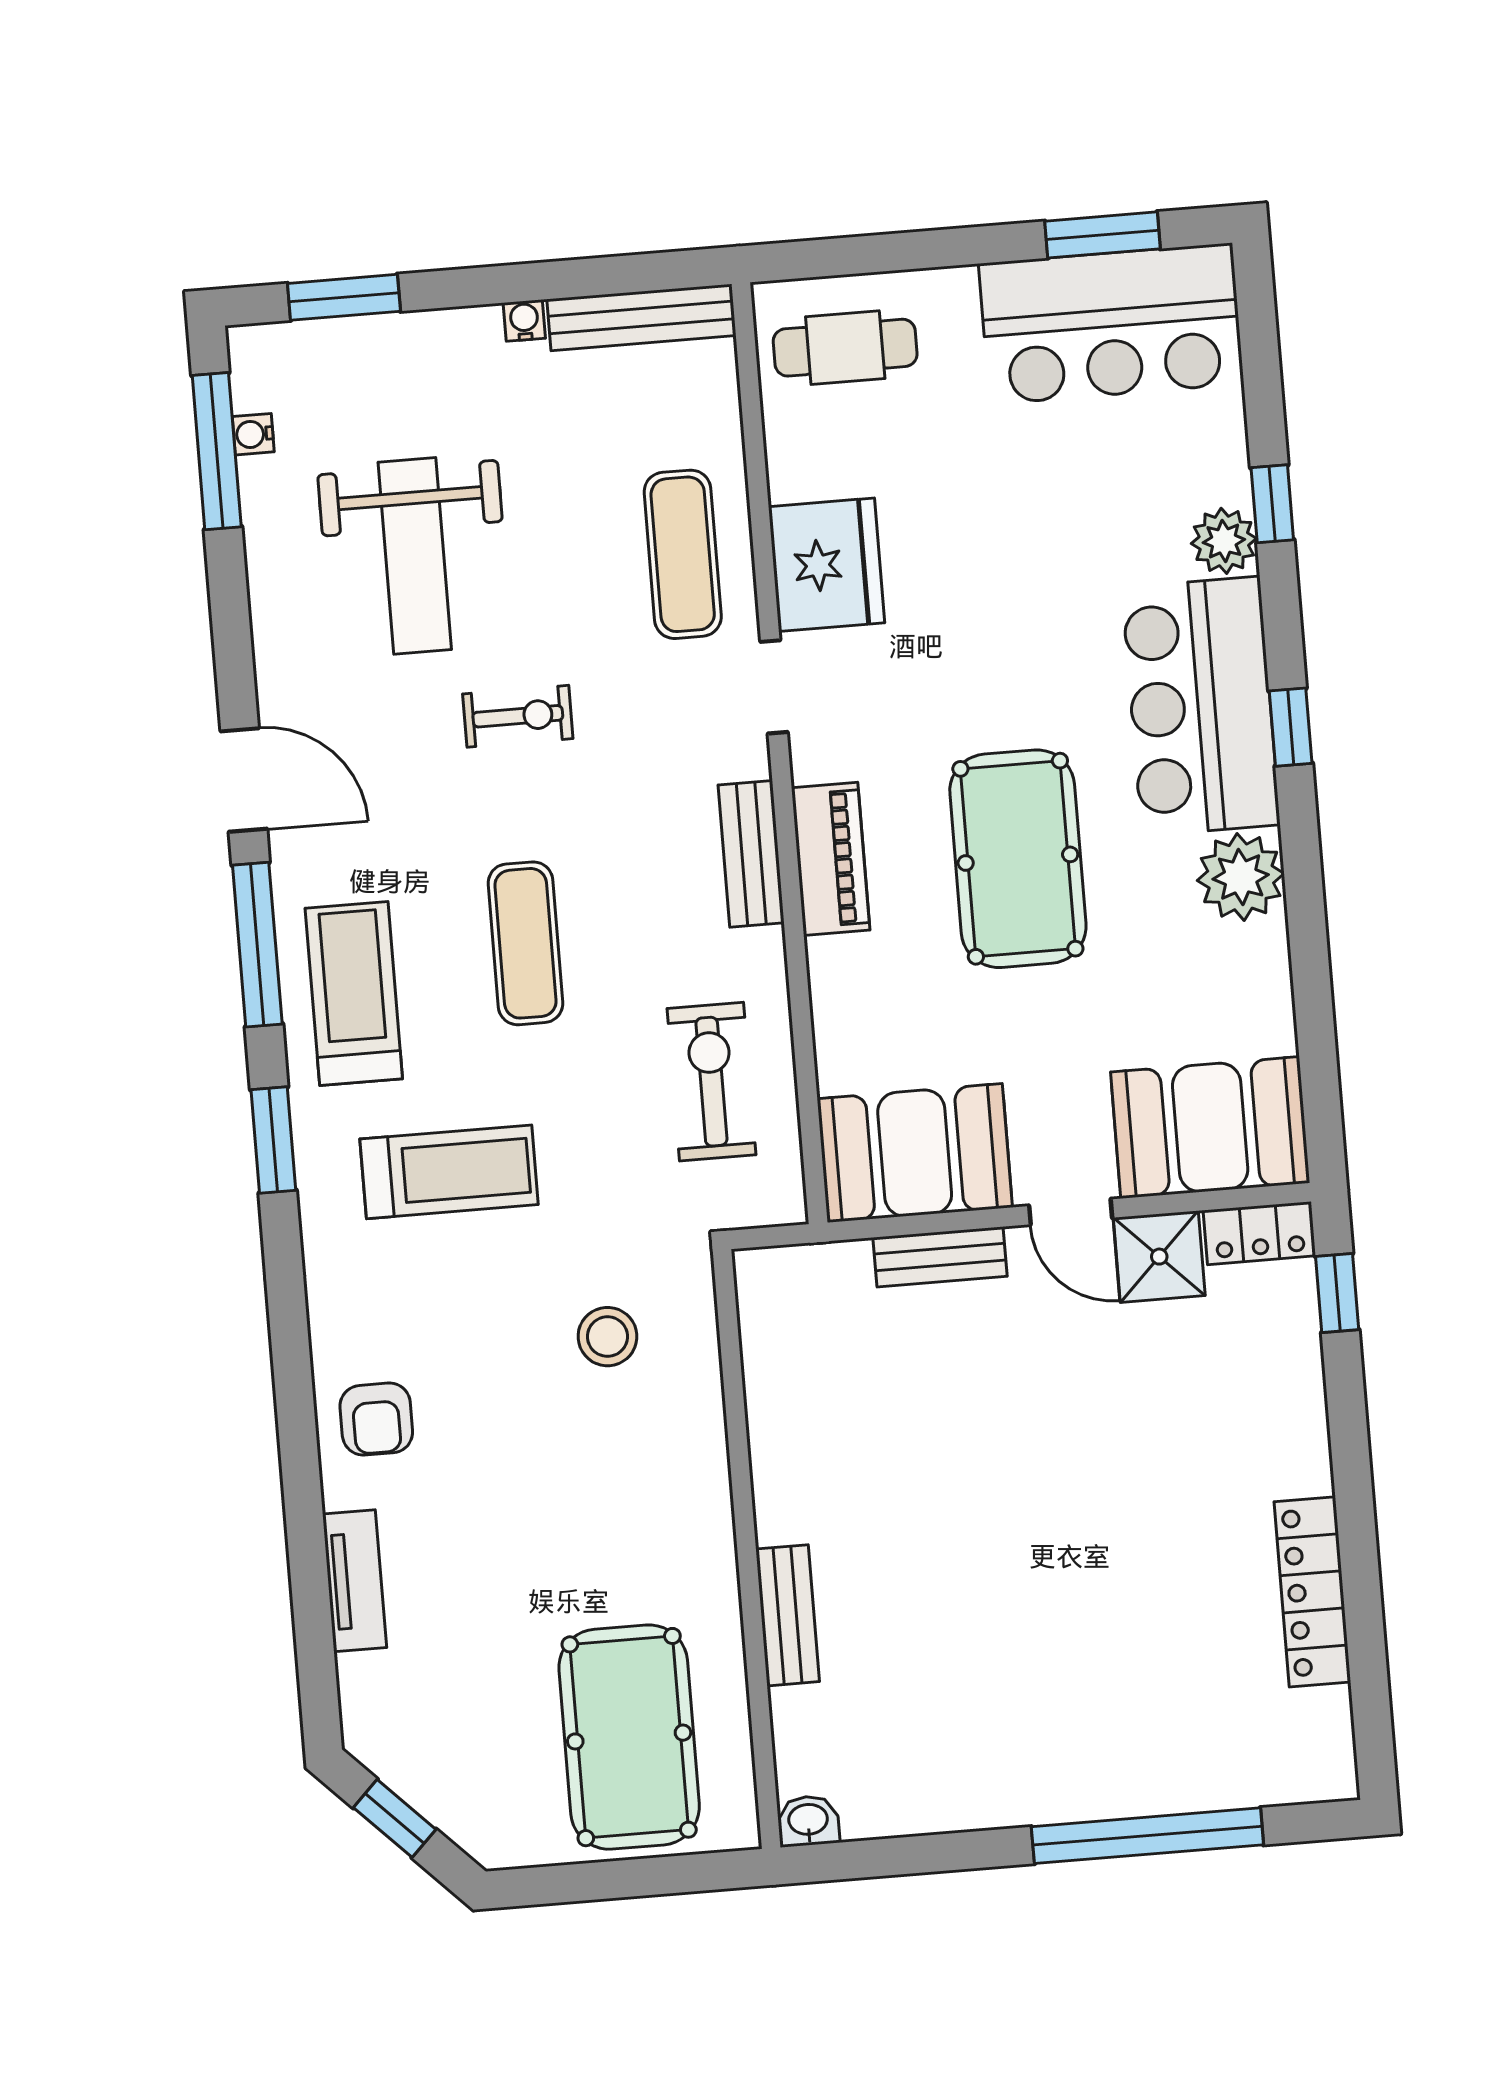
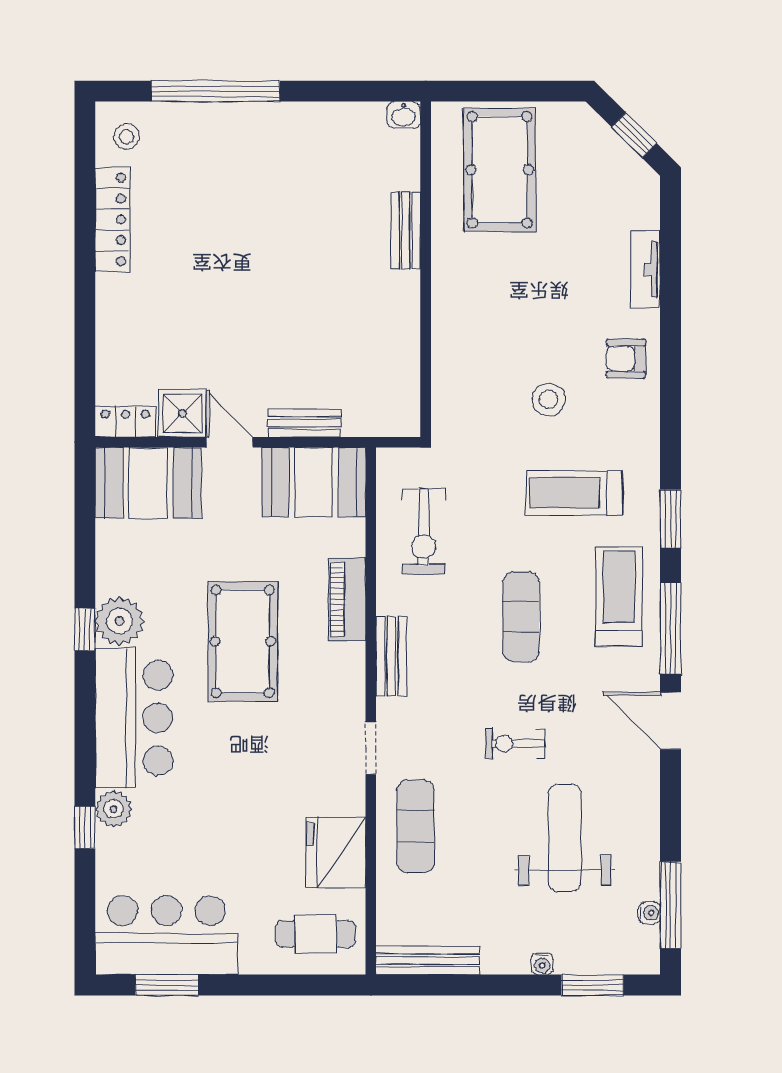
water cooler: (524, 320) -> (542, 964), moved
fridge: (826, 565) -> (336, 853), moved
window: (1291, 727) -> (85, 630), moved
piano: (831, 859) -> (347, 599), moved
treadmill: (354, 994) -> (619, 597), turned 180
window: (1337, 1293) -> (85, 385), removed
stool: (607, 1337) -> (549, 399), moved
armchair: (376, 1419) -> (626, 359), turned -90
stool: (1299, 1742) -> (127, 137), added

